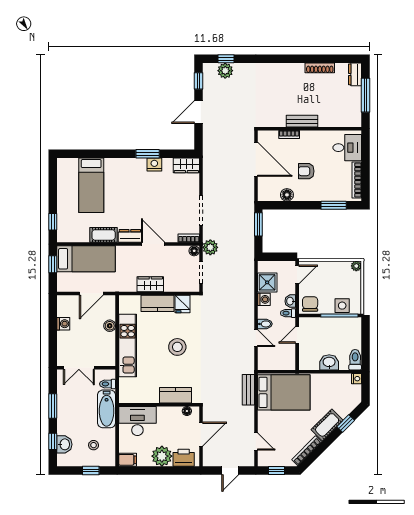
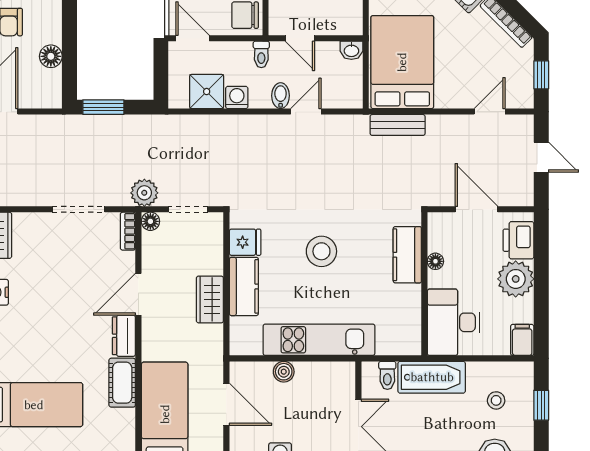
washbasin: (290, 301) -> (351, 50), moved
floor lamp: (187, 411) -> (435, 261), moved

